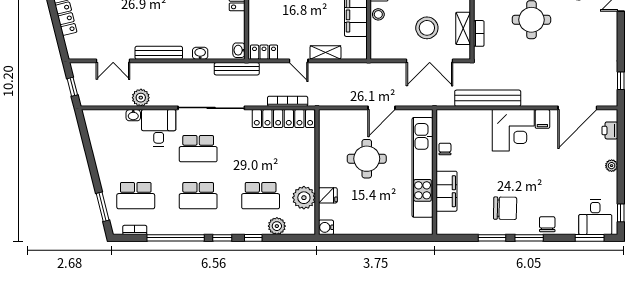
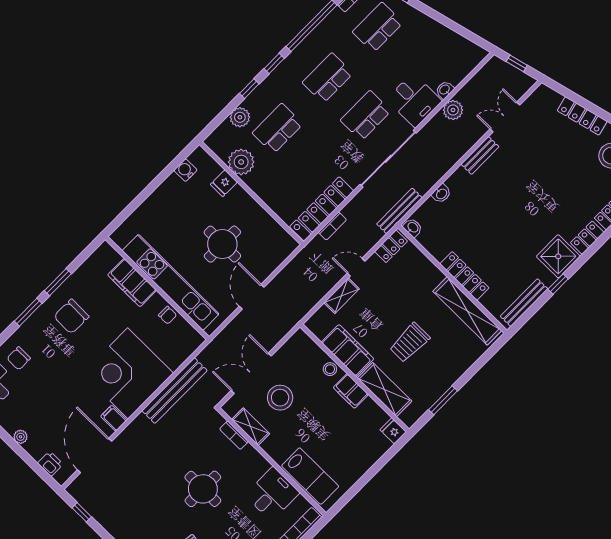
bench: (159, 53) -> (480, 155), width x0.73
bookcase: (288, 101) -> (332, 226), width x0.64
corner desk: (513, 130) -> (128, 373), width x1.36, depth x1.36
chair: (547, 224) -> (19, 358), moved, turned 90
water cooler: (326, 227) -> (185, 170), moved, turned -90

